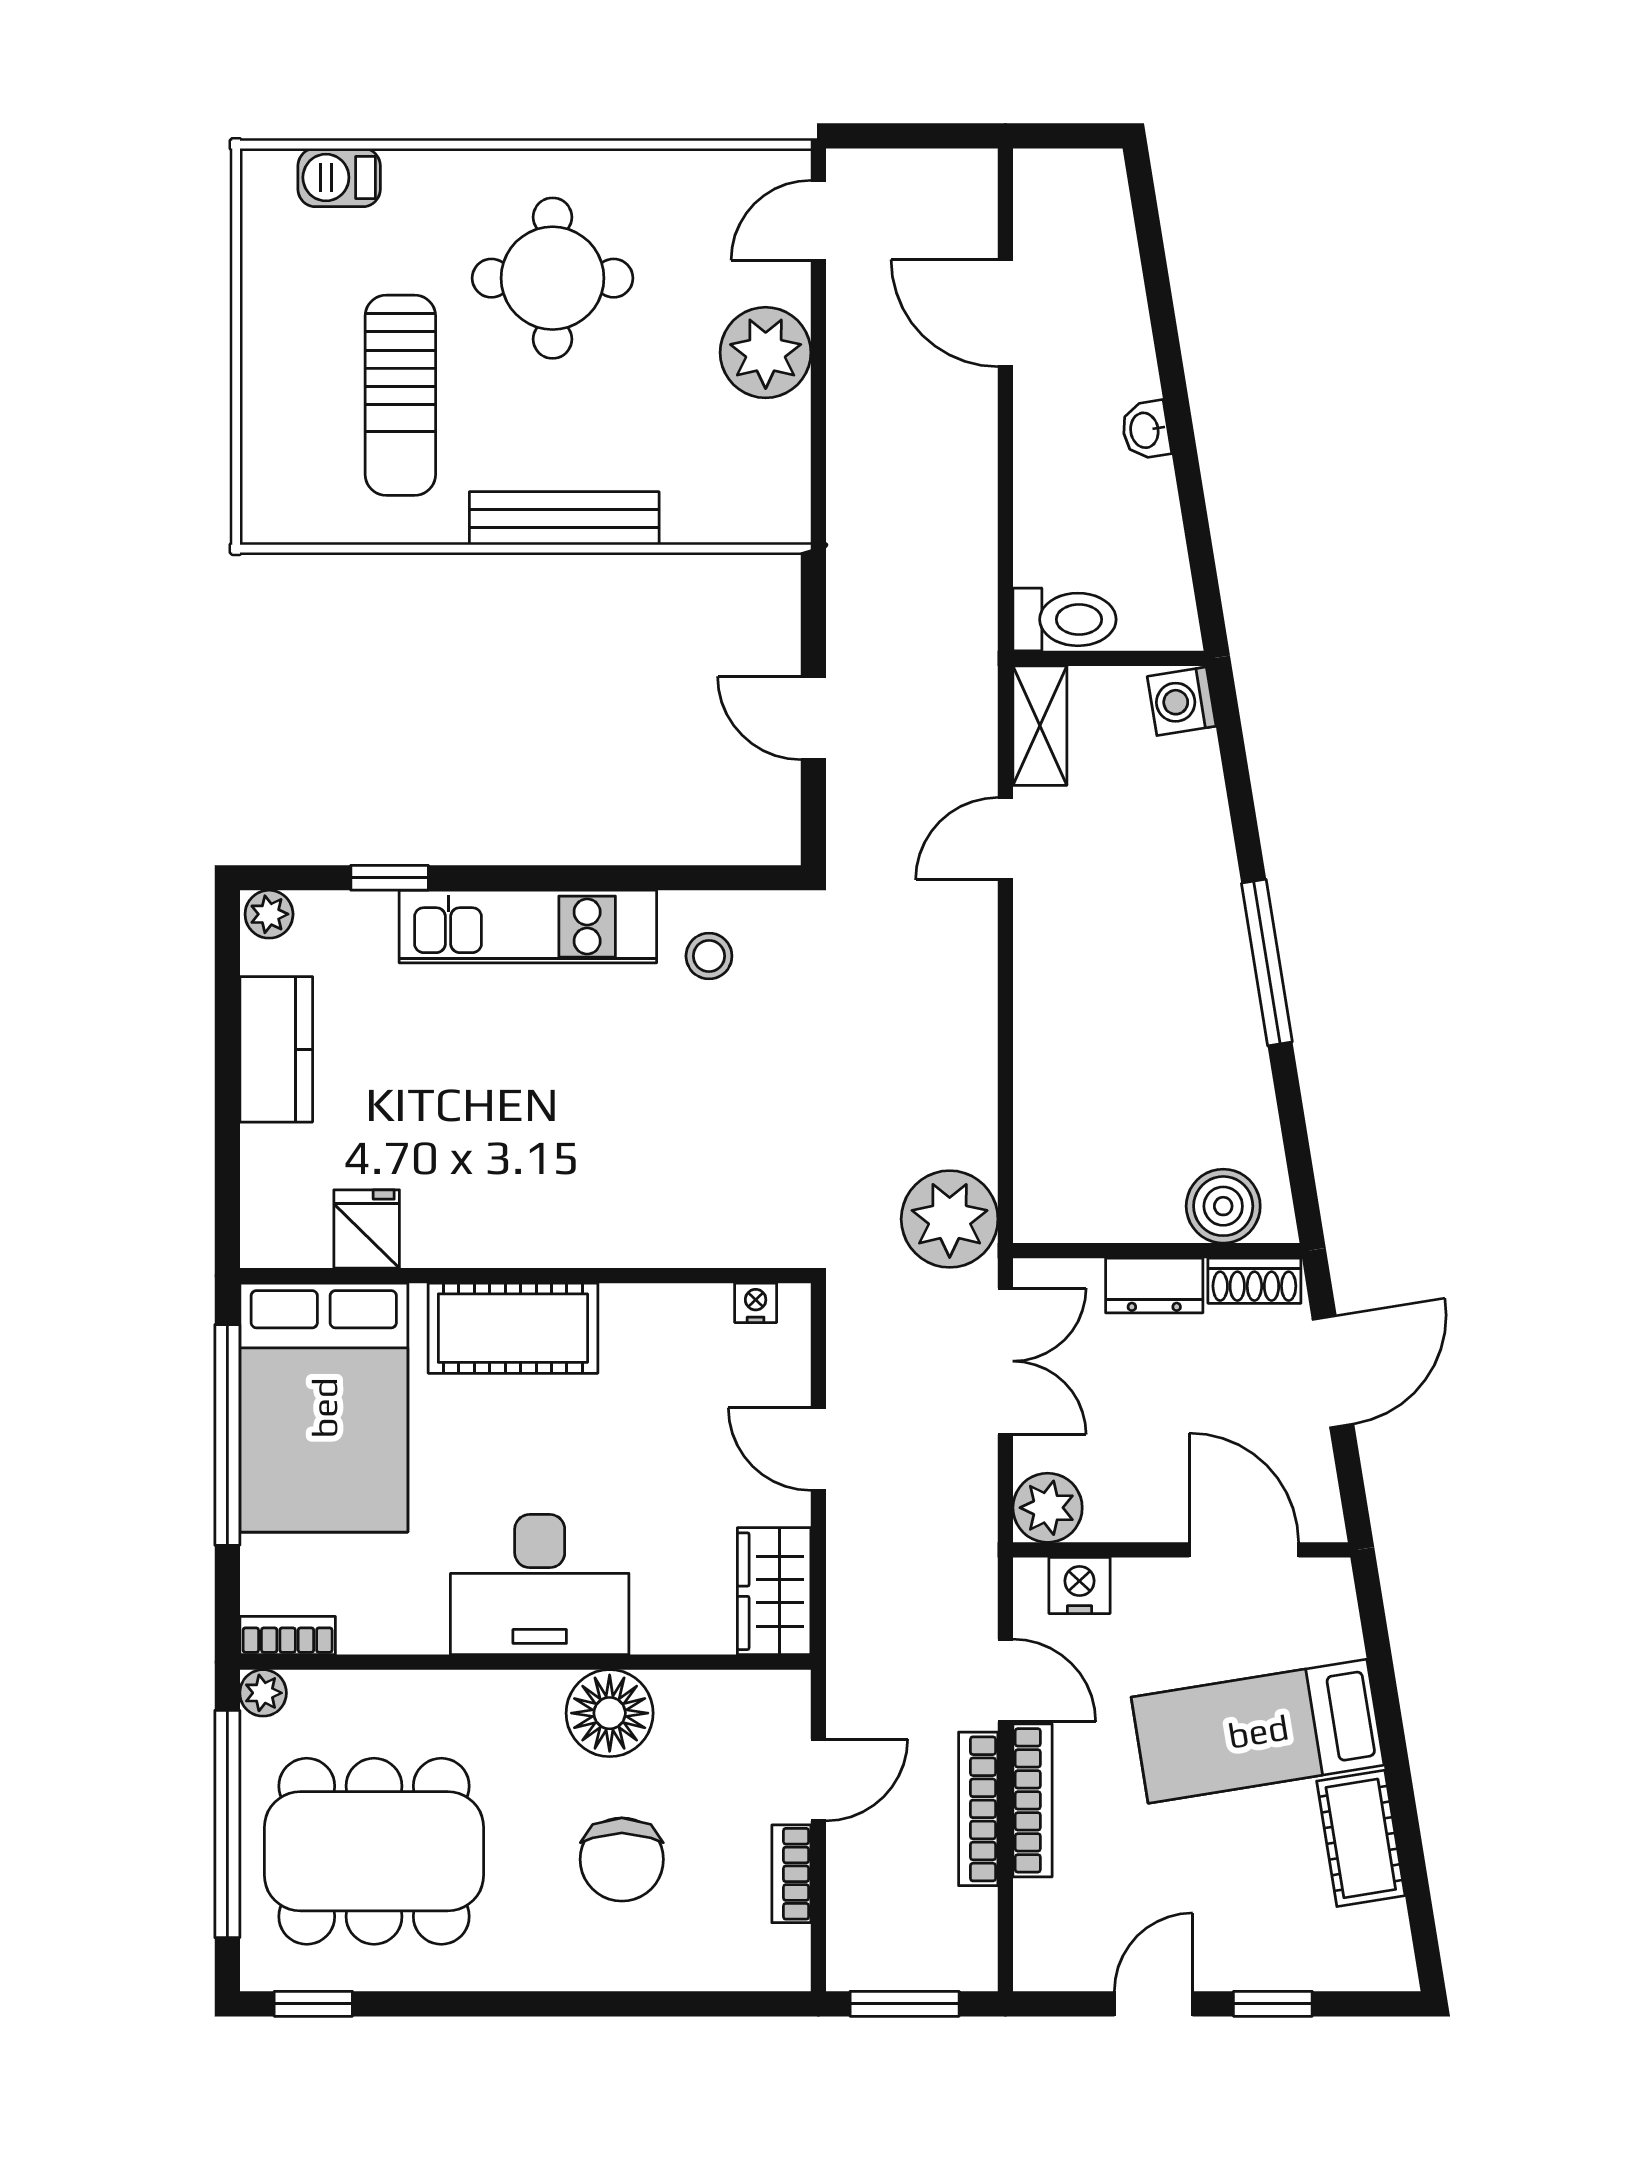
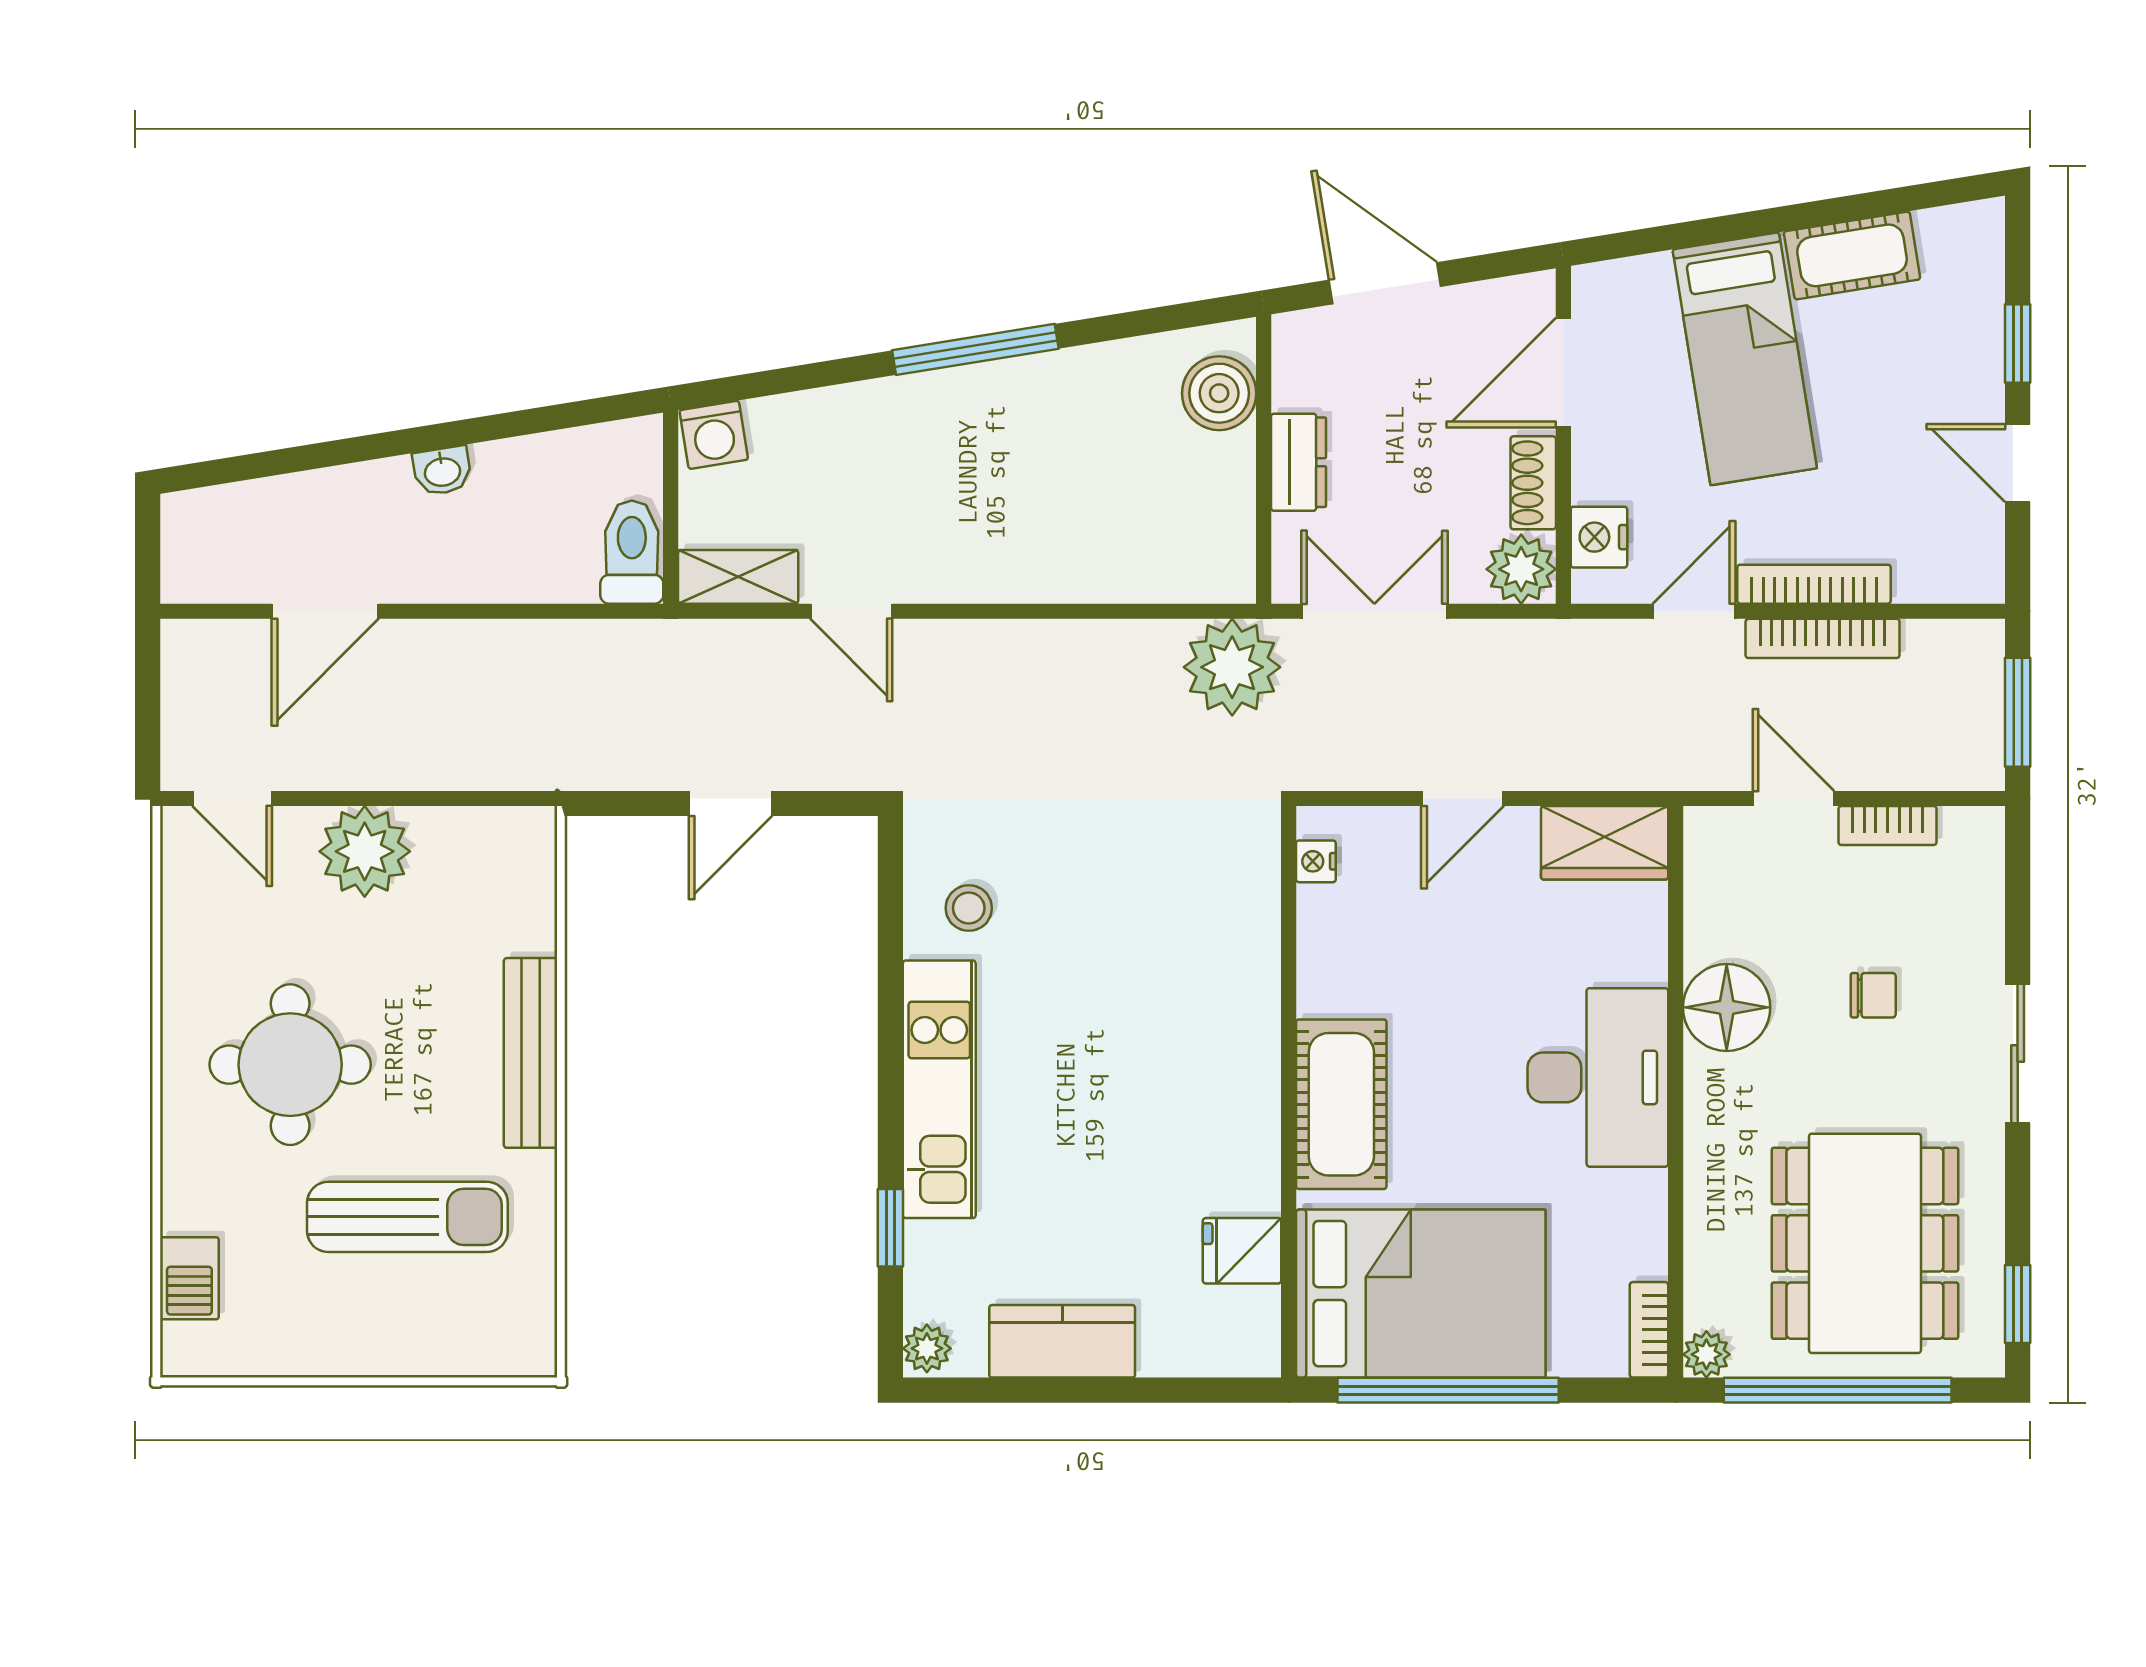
shoe rack: (1254, 1281) -> (1533, 483), moved, turned 180
chair: (622, 1859) -> (1873, 995), width x0.54, depth x0.54
sliding door: (564, 2004) -> (2018, 1054), added

